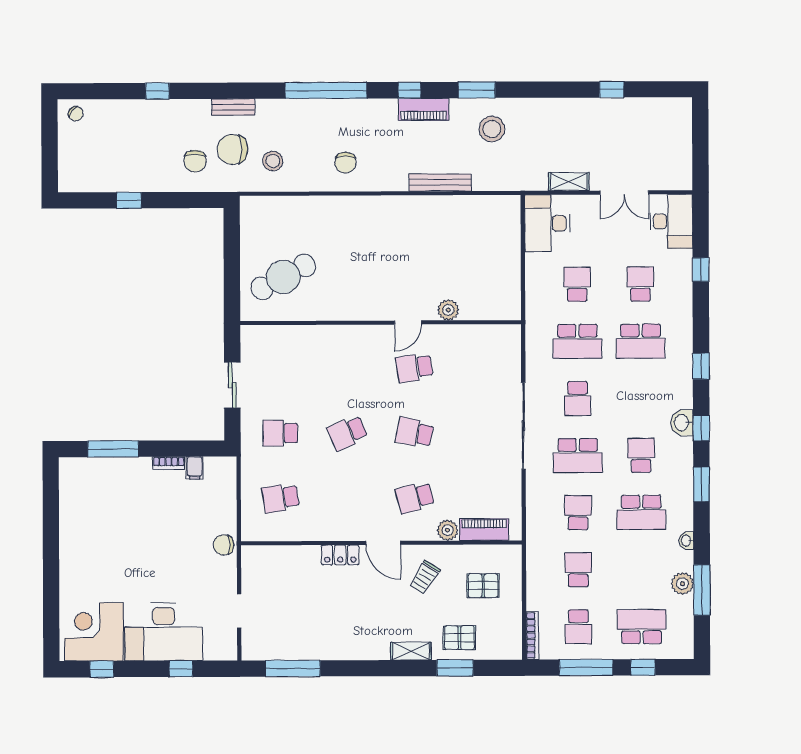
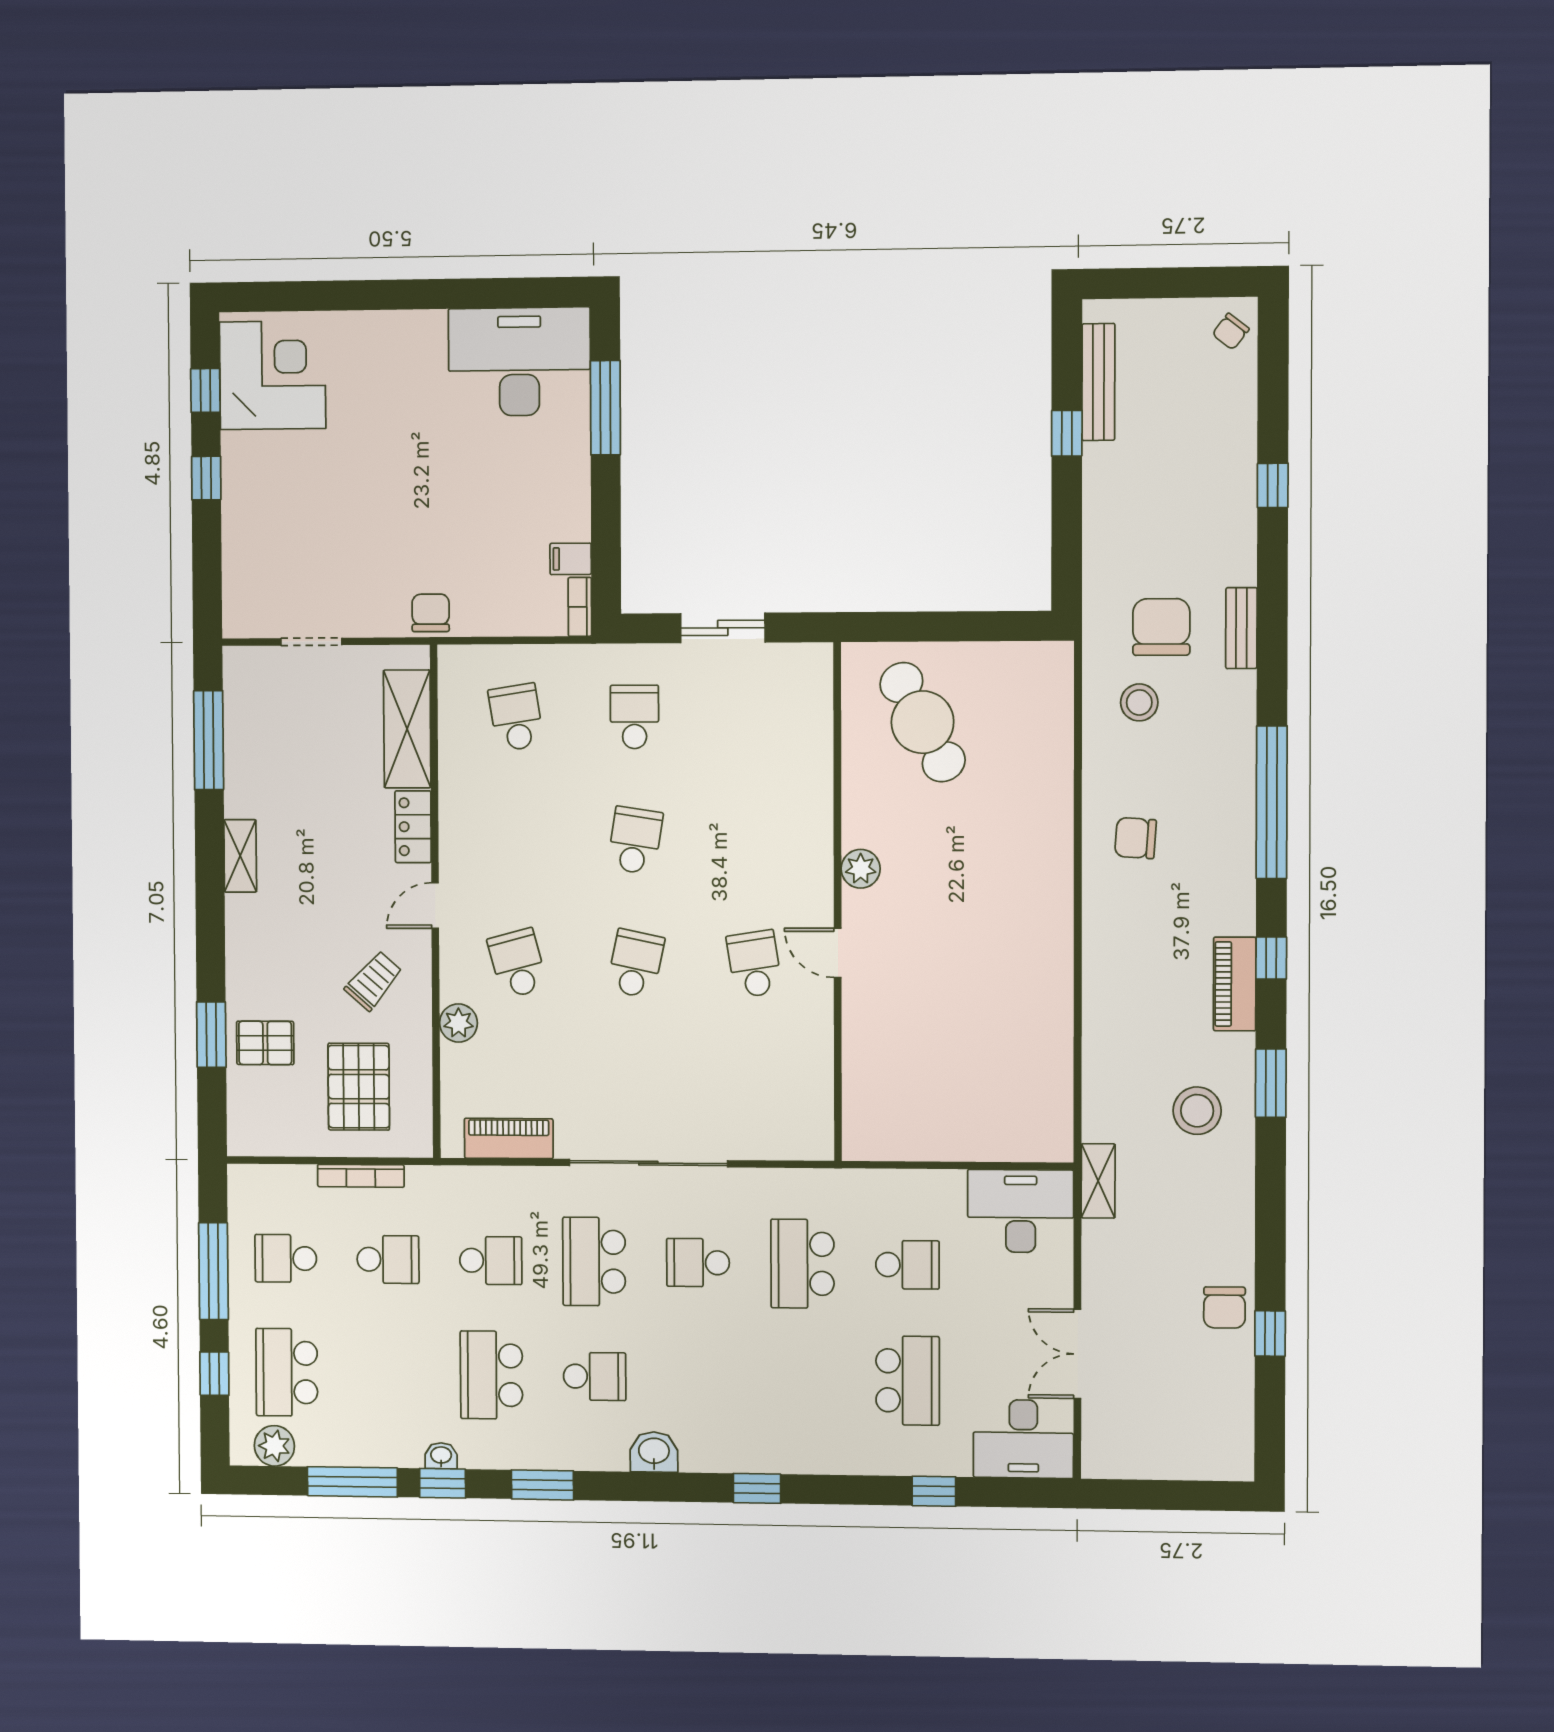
chair: (195, 161) -> (1224, 1307), moved, turned -90
bench: (440, 182) -> (1098, 382), moved
shelving: (569, 182) -> (1098, 1181), moved
school desk: (640, 284) -> (908, 1381), width x1.85
plant: (448, 310) -> (861, 869), moved
school desk: (641, 341) -> (803, 1379), removed
window: (701, 428) -> (443, 1483), moved
school desk: (347, 433) -> (635, 840), turned 33
bookcase: (169, 463) -> (580, 607), moved
piano: (484, 530) -> (509, 1138), moved, turned -90
door: (383, 543) -> (435, 906), width x0.73
shelving: (287, 558) -> (407, 729), added
trolley: (425, 577) -> (373, 981), turned 98
plant: (682, 584) -> (274, 1446), moved
pallet: (483, 586) -> (359, 1087), width x1.50, depth x1.42
school desk: (642, 627) -> (287, 1372), turned 180
desk: (164, 632) -> (519, 362), moved, turned 90
bookcase: (532, 635) -> (361, 1176), moved
pallet: (459, 638) -> (265, 1043), turned 90
shelving: (411, 651) -> (240, 856), moved
window: (181, 669) -> (206, 478), moved

